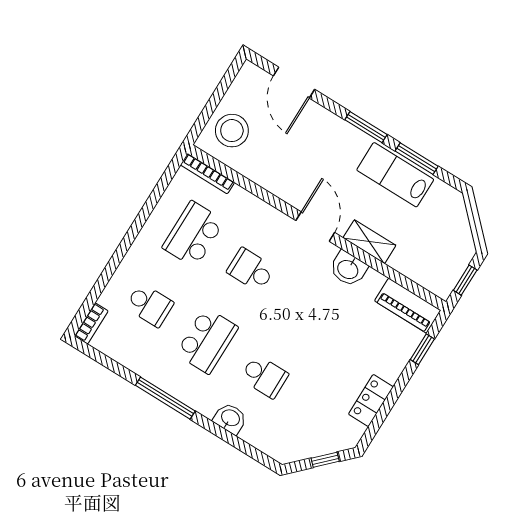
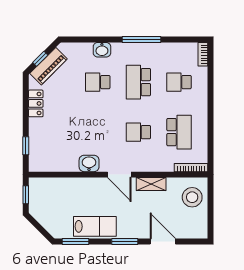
door: (294, 83) -> (163, 241), moved
window: (417, 159) -> (75, 241), moved
shelving: (369, 242) -> (151, 184), moved
school desk: (251, 270) -> (138, 132), turned 180
piano: (408, 306) -> (49, 66), moved, turned 135

